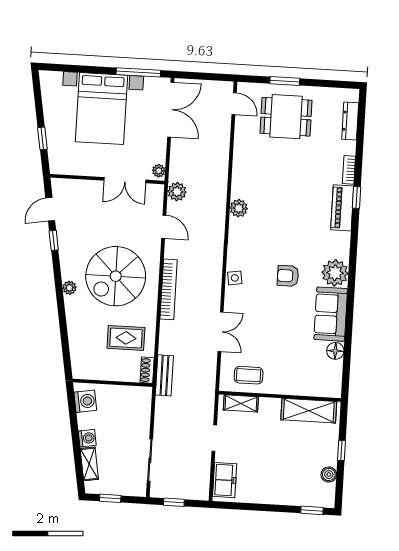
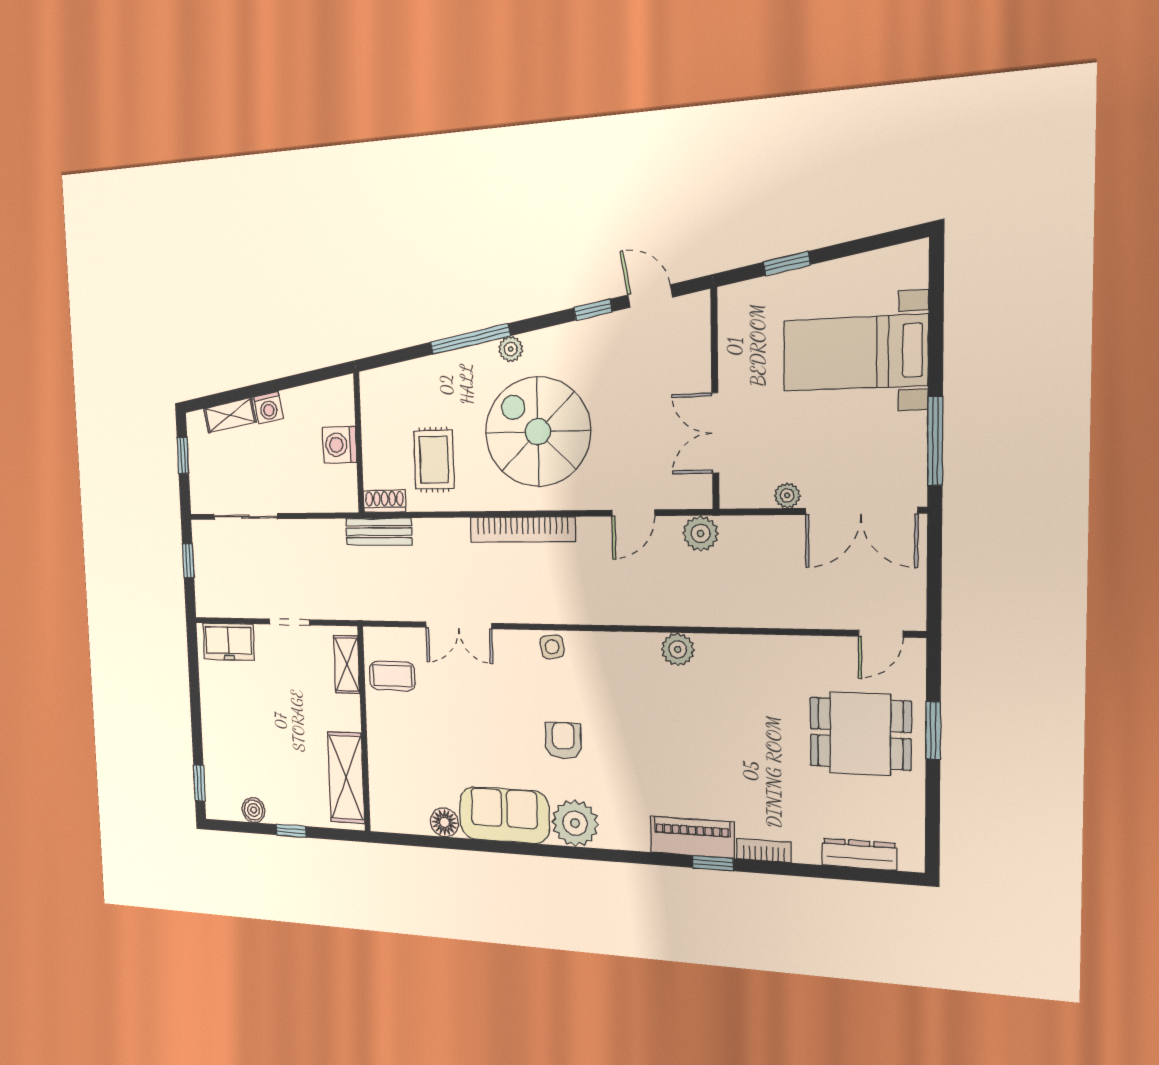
bed with nightstands: (102, 109) -> (855, 353), width x0.73
dining table: (286, 117) -> (860, 734), turned 90
plant: (159, 171) -> (787, 495), moved
window: (61, 311) -> (470, 339), added
coffee table: (249, 375) -> (392, 676), turned 90
washing machine: (85, 401) -> (340, 445), moved, turned 100

